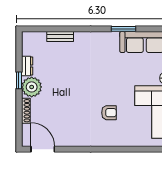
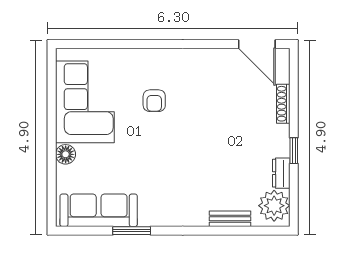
plant: (32, 87) -> (274, 206), moved
armchair: (109, 113) -> (154, 101), turned -90

